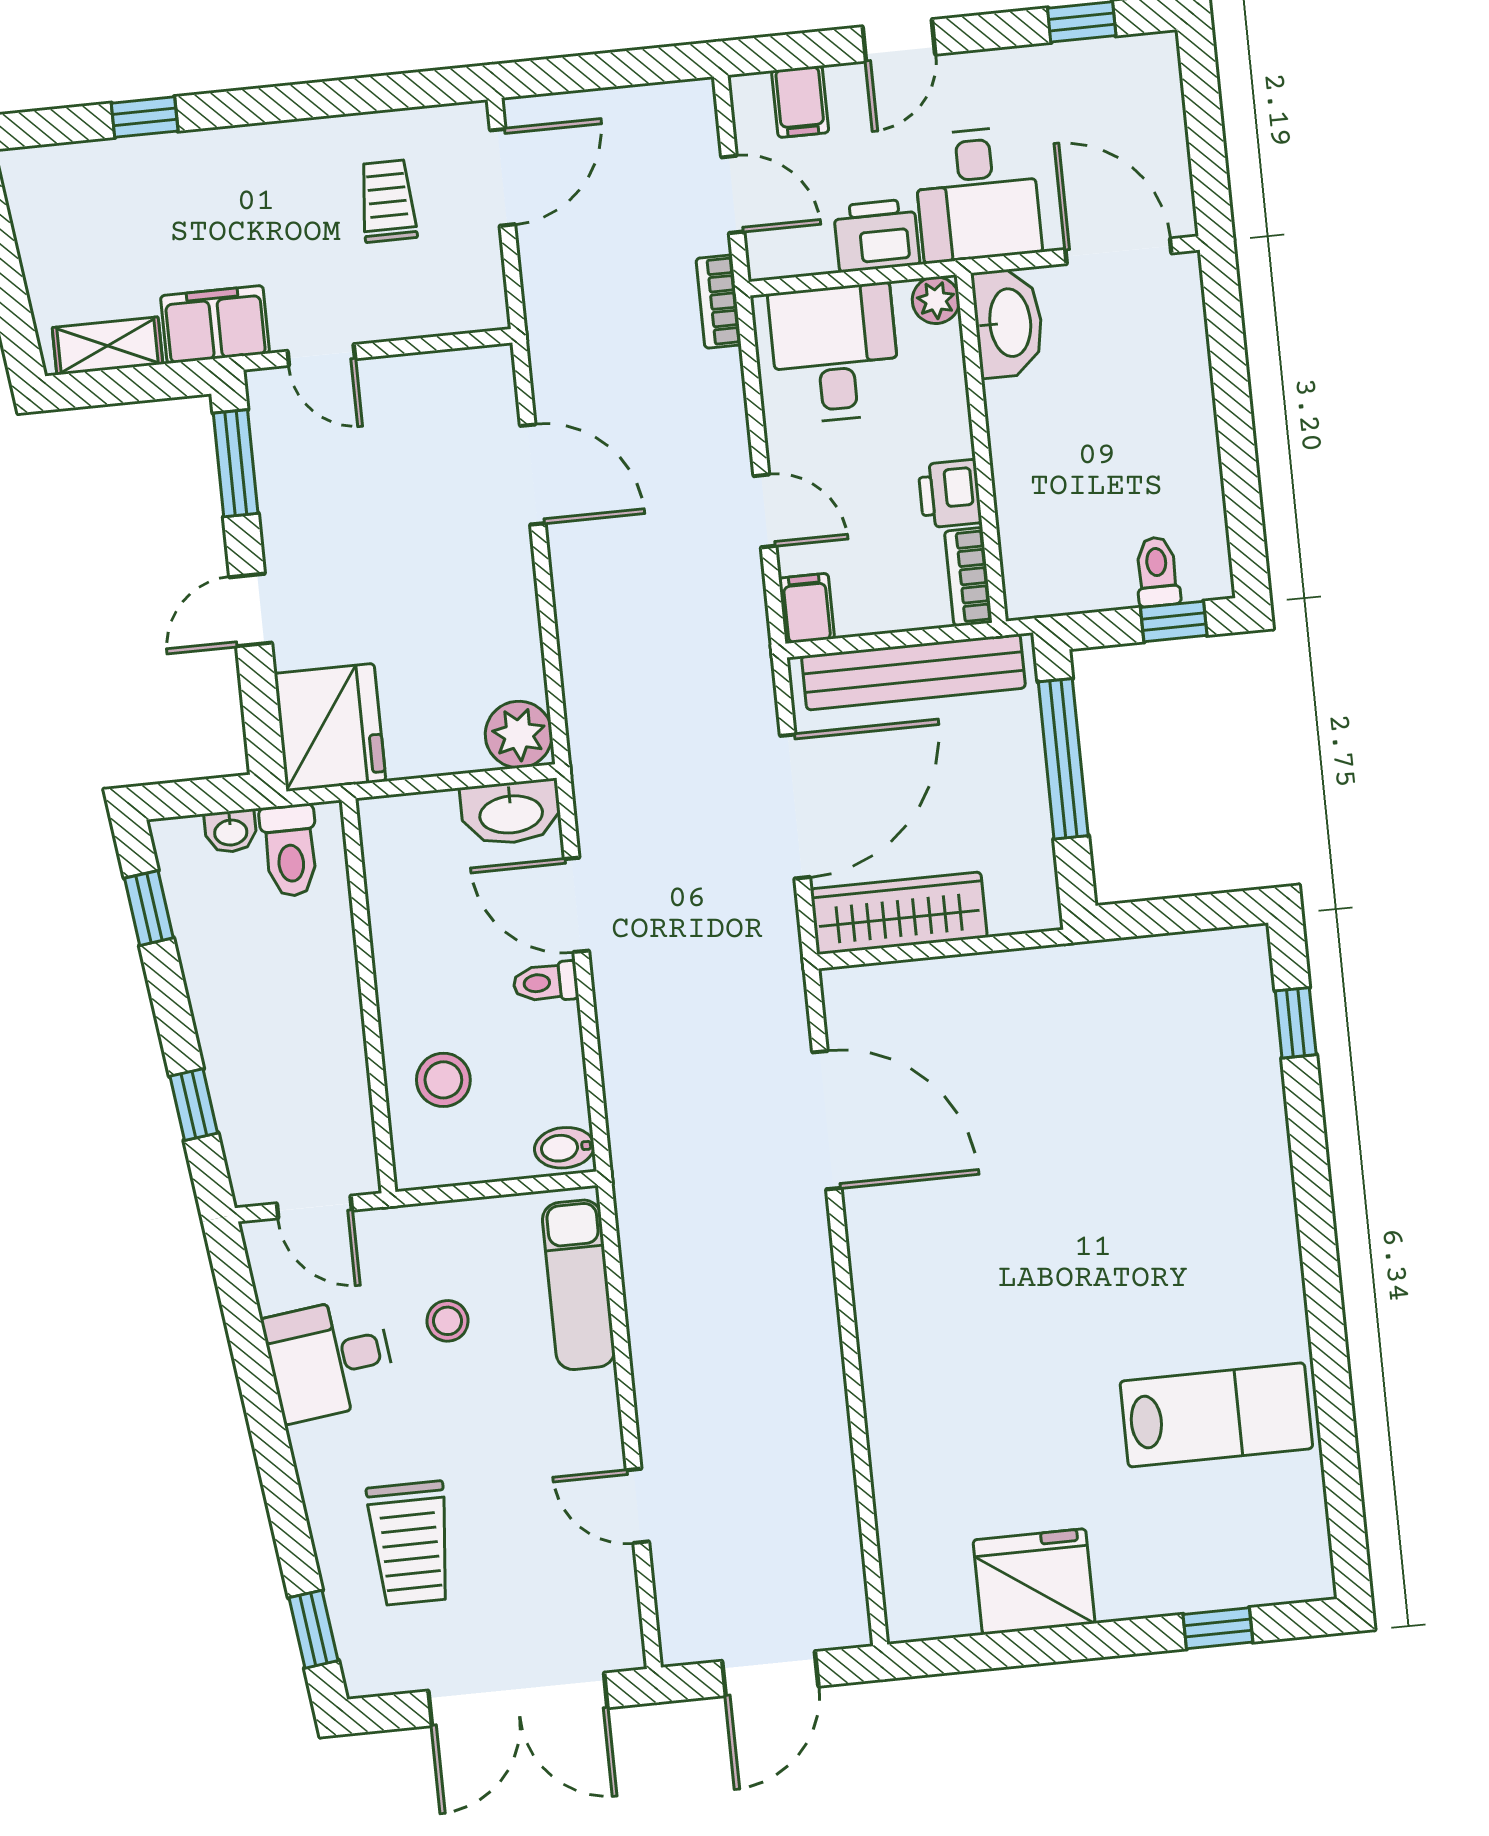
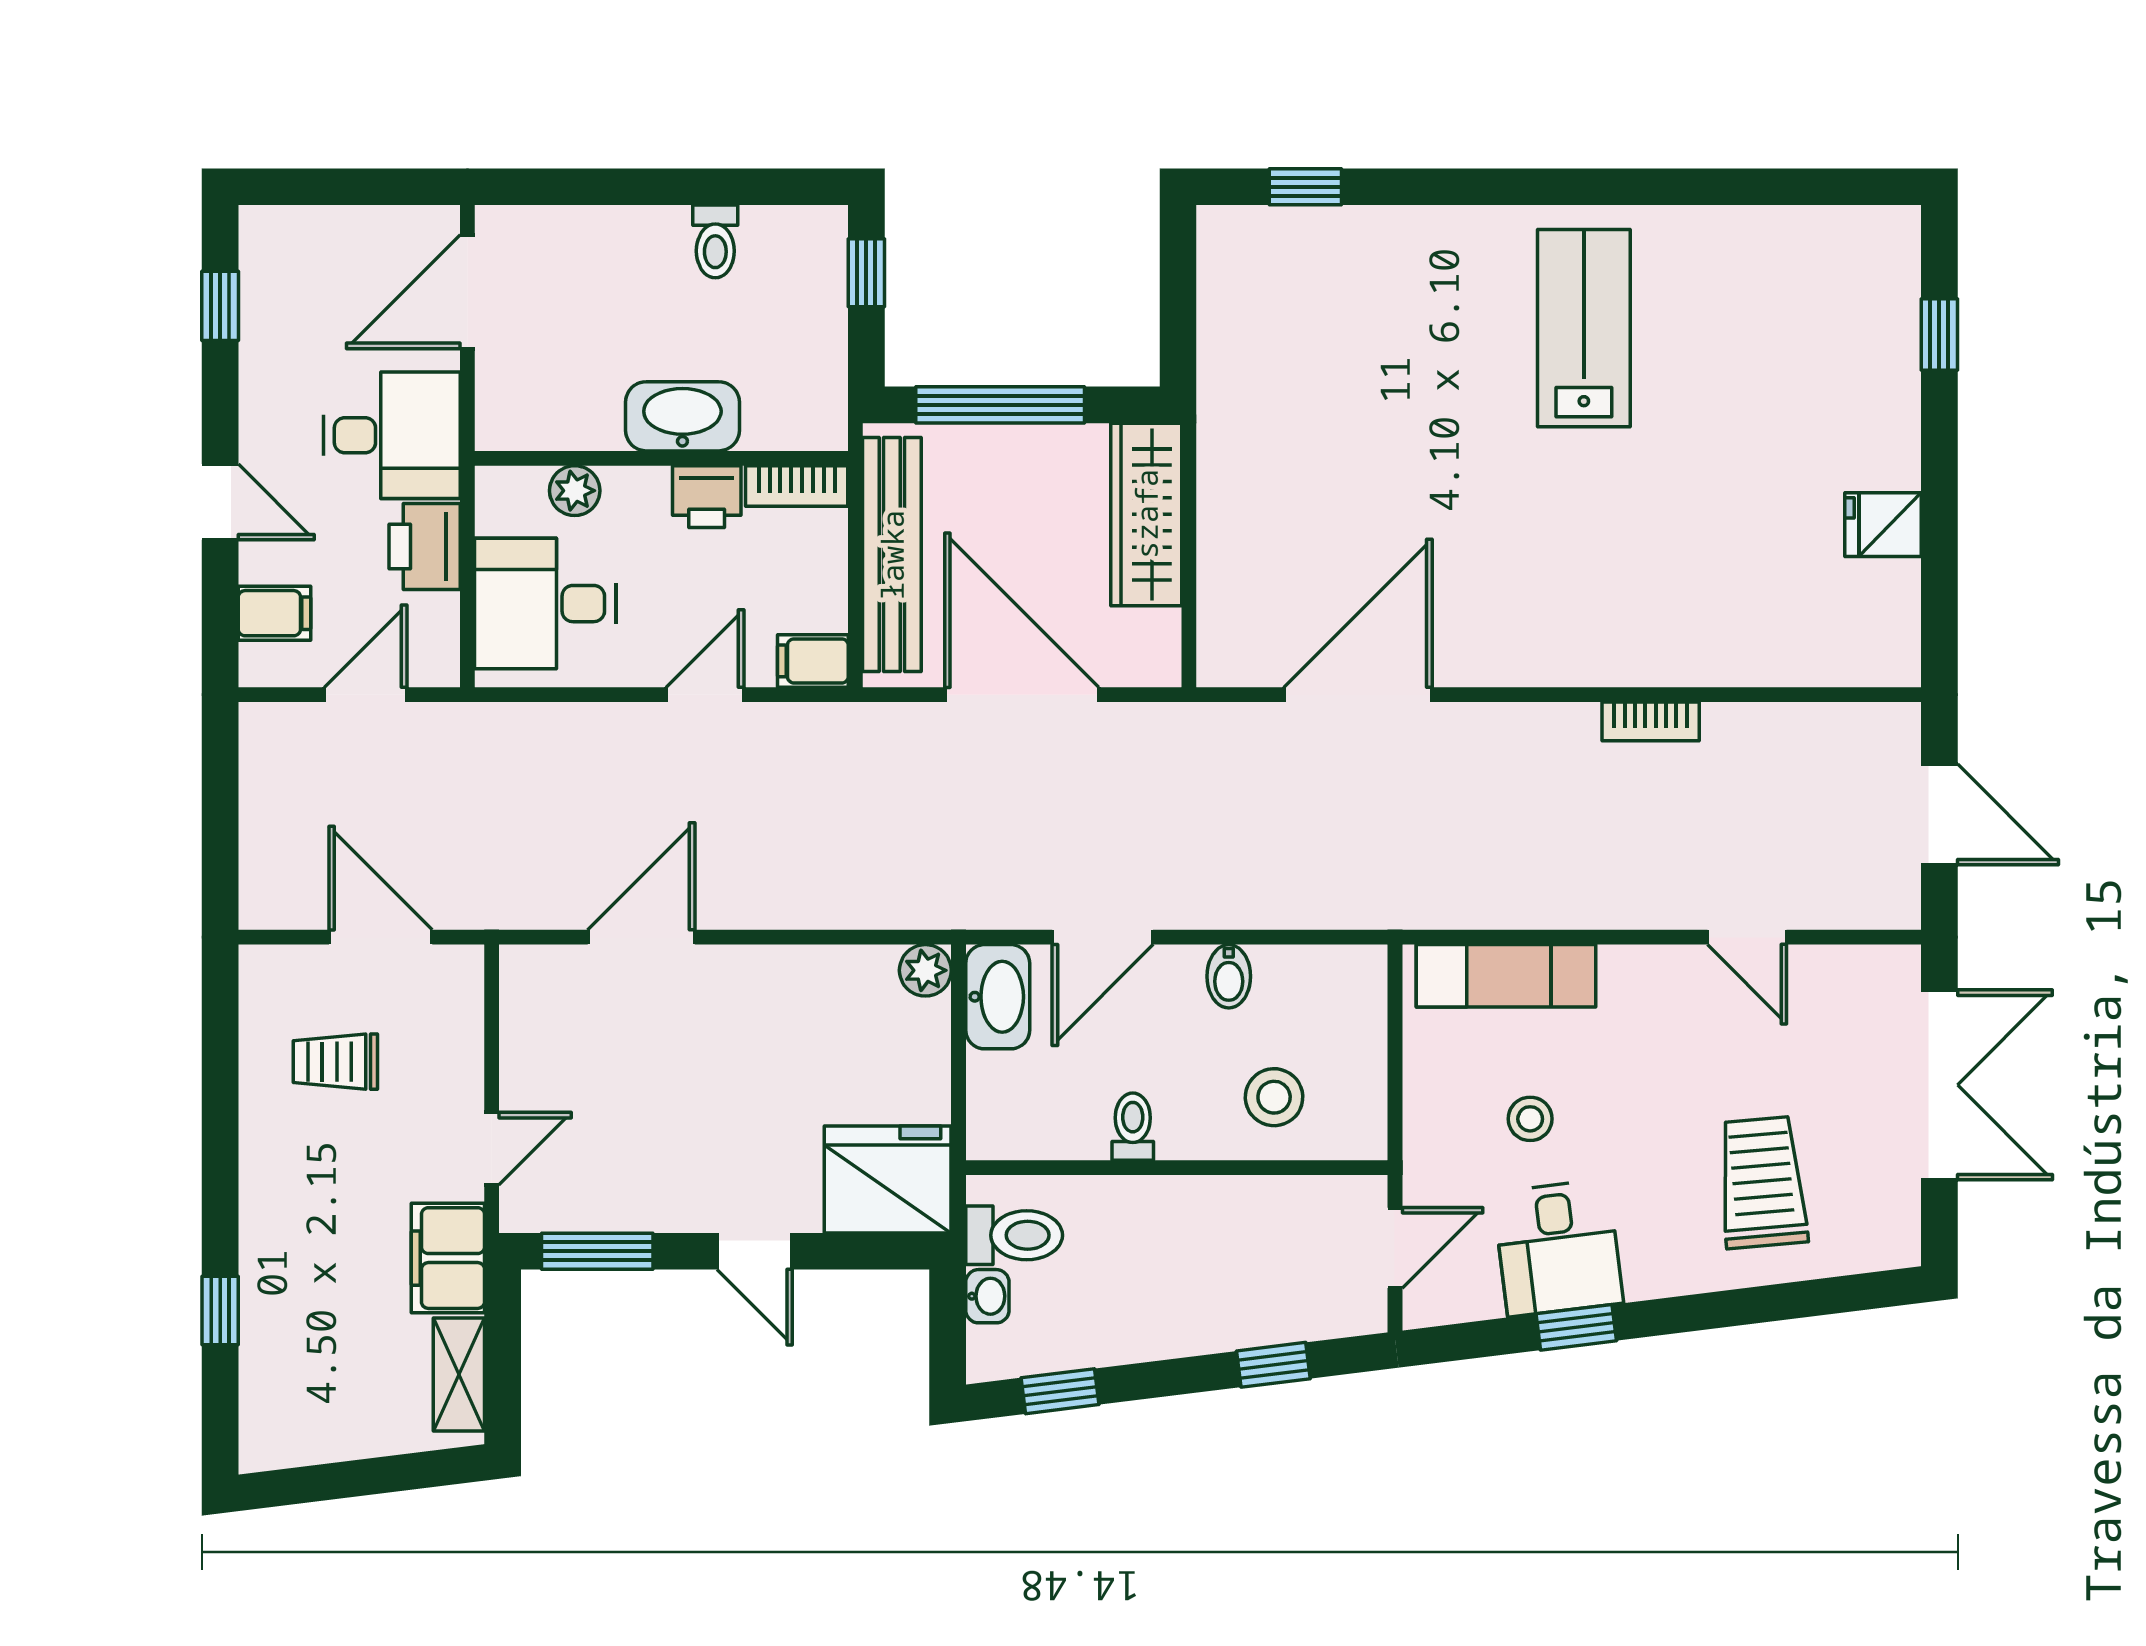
door: (503, 177) -> (381, 937), moved
plant: (936, 300) -> (575, 491), moved
bookcase: (719, 302) -> (1651, 721), moved
washbasin: (1008, 323) -> (682, 416), moved
toilet: (1157, 572) -> (715, 241), moved, turned -90
plant: (519, 734) -> (925, 970), width x0.73, depth x0.73
wardrobe: (899, 913) -> (1146, 514), moved
toilet: (546, 982) -> (1133, 1127), moved, turned 180
bidet: (564, 1148) -> (1229, 976), moved
lab bench: (1216, 1415) -> (1584, 328), moved
door: (637, 1506) -> (1747, 937), hinge flipped
trolley: (410, 1543) -> (1762, 1182), turned -95
fridge: (1034, 1582) -> (1883, 525), width x0.53, depth x0.75
window: (313, 1629) -> (1576, 1327), moved

